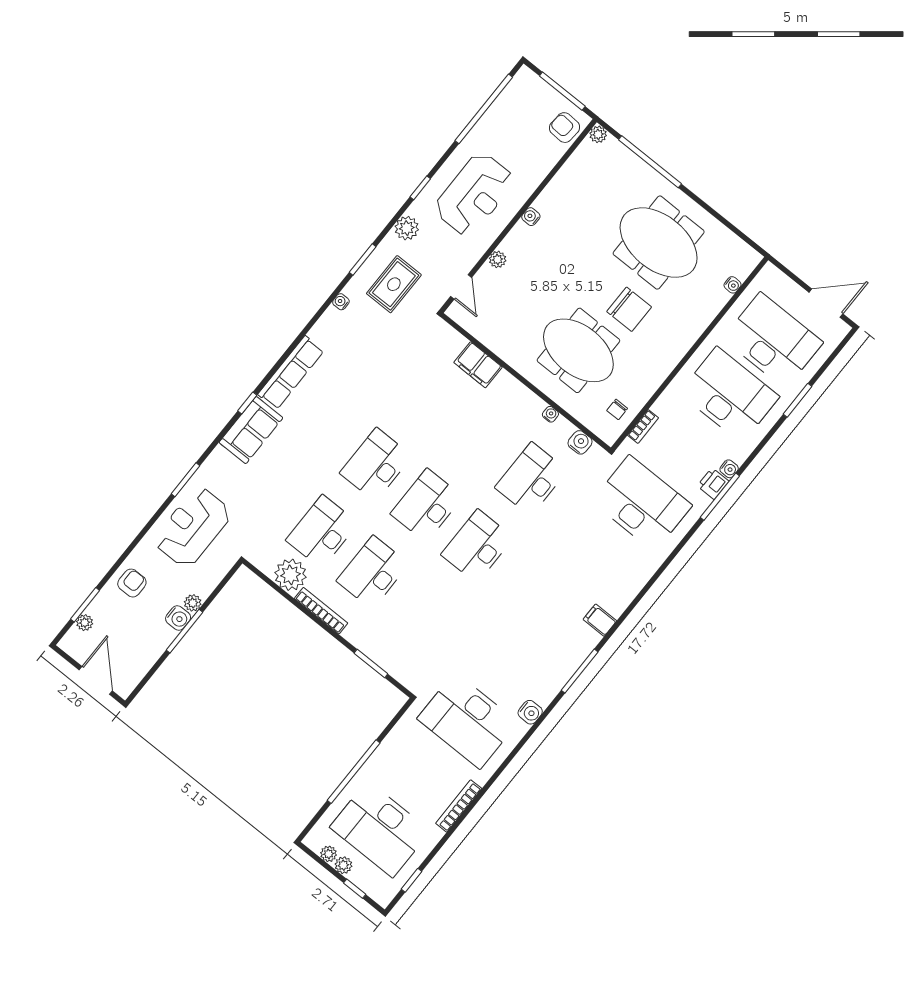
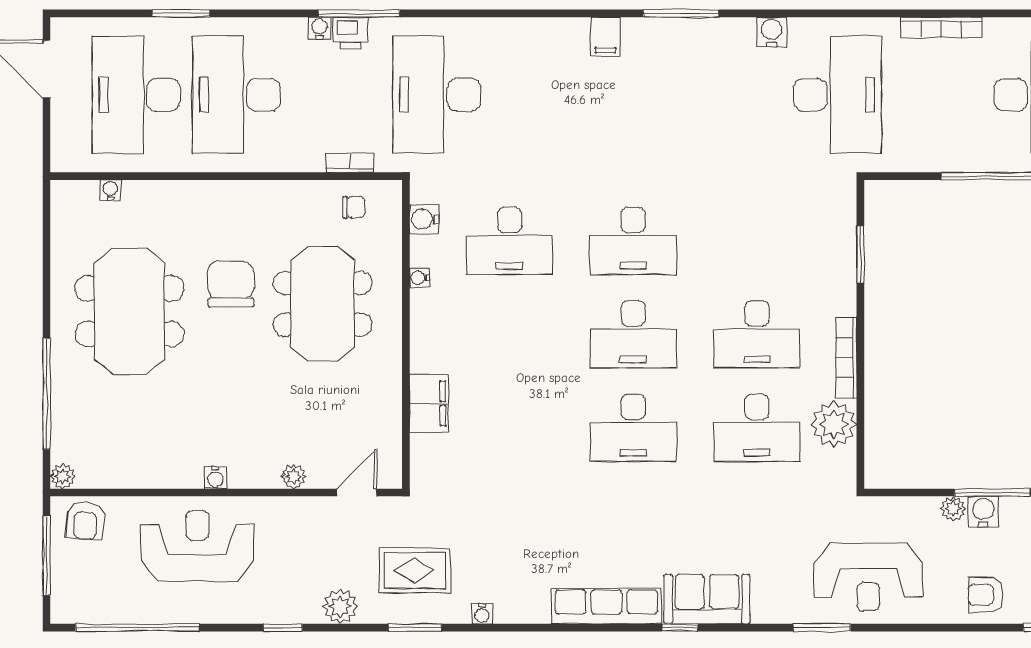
reception desk: (474, 194) -> (197, 546), moved

